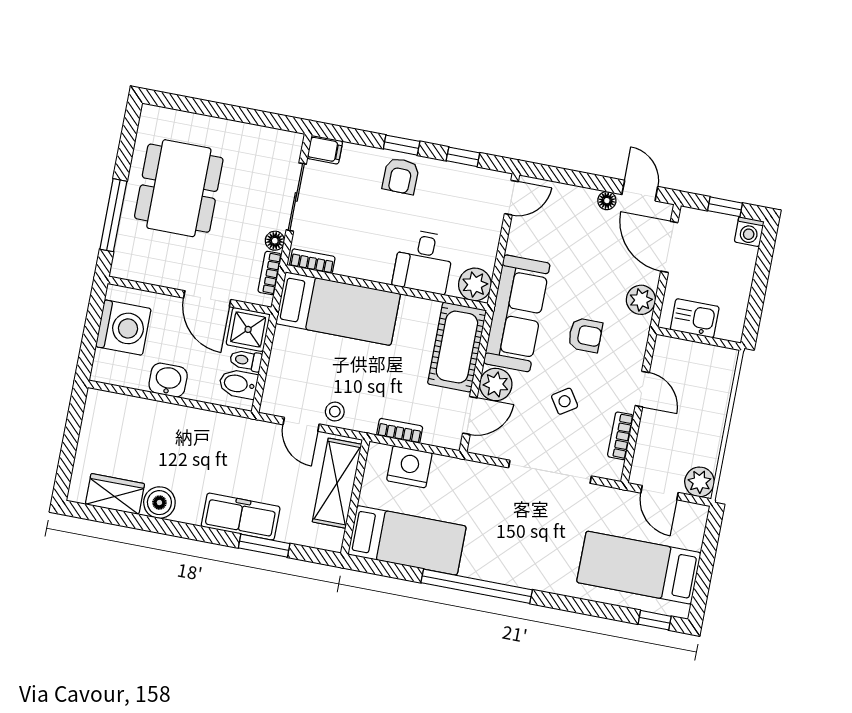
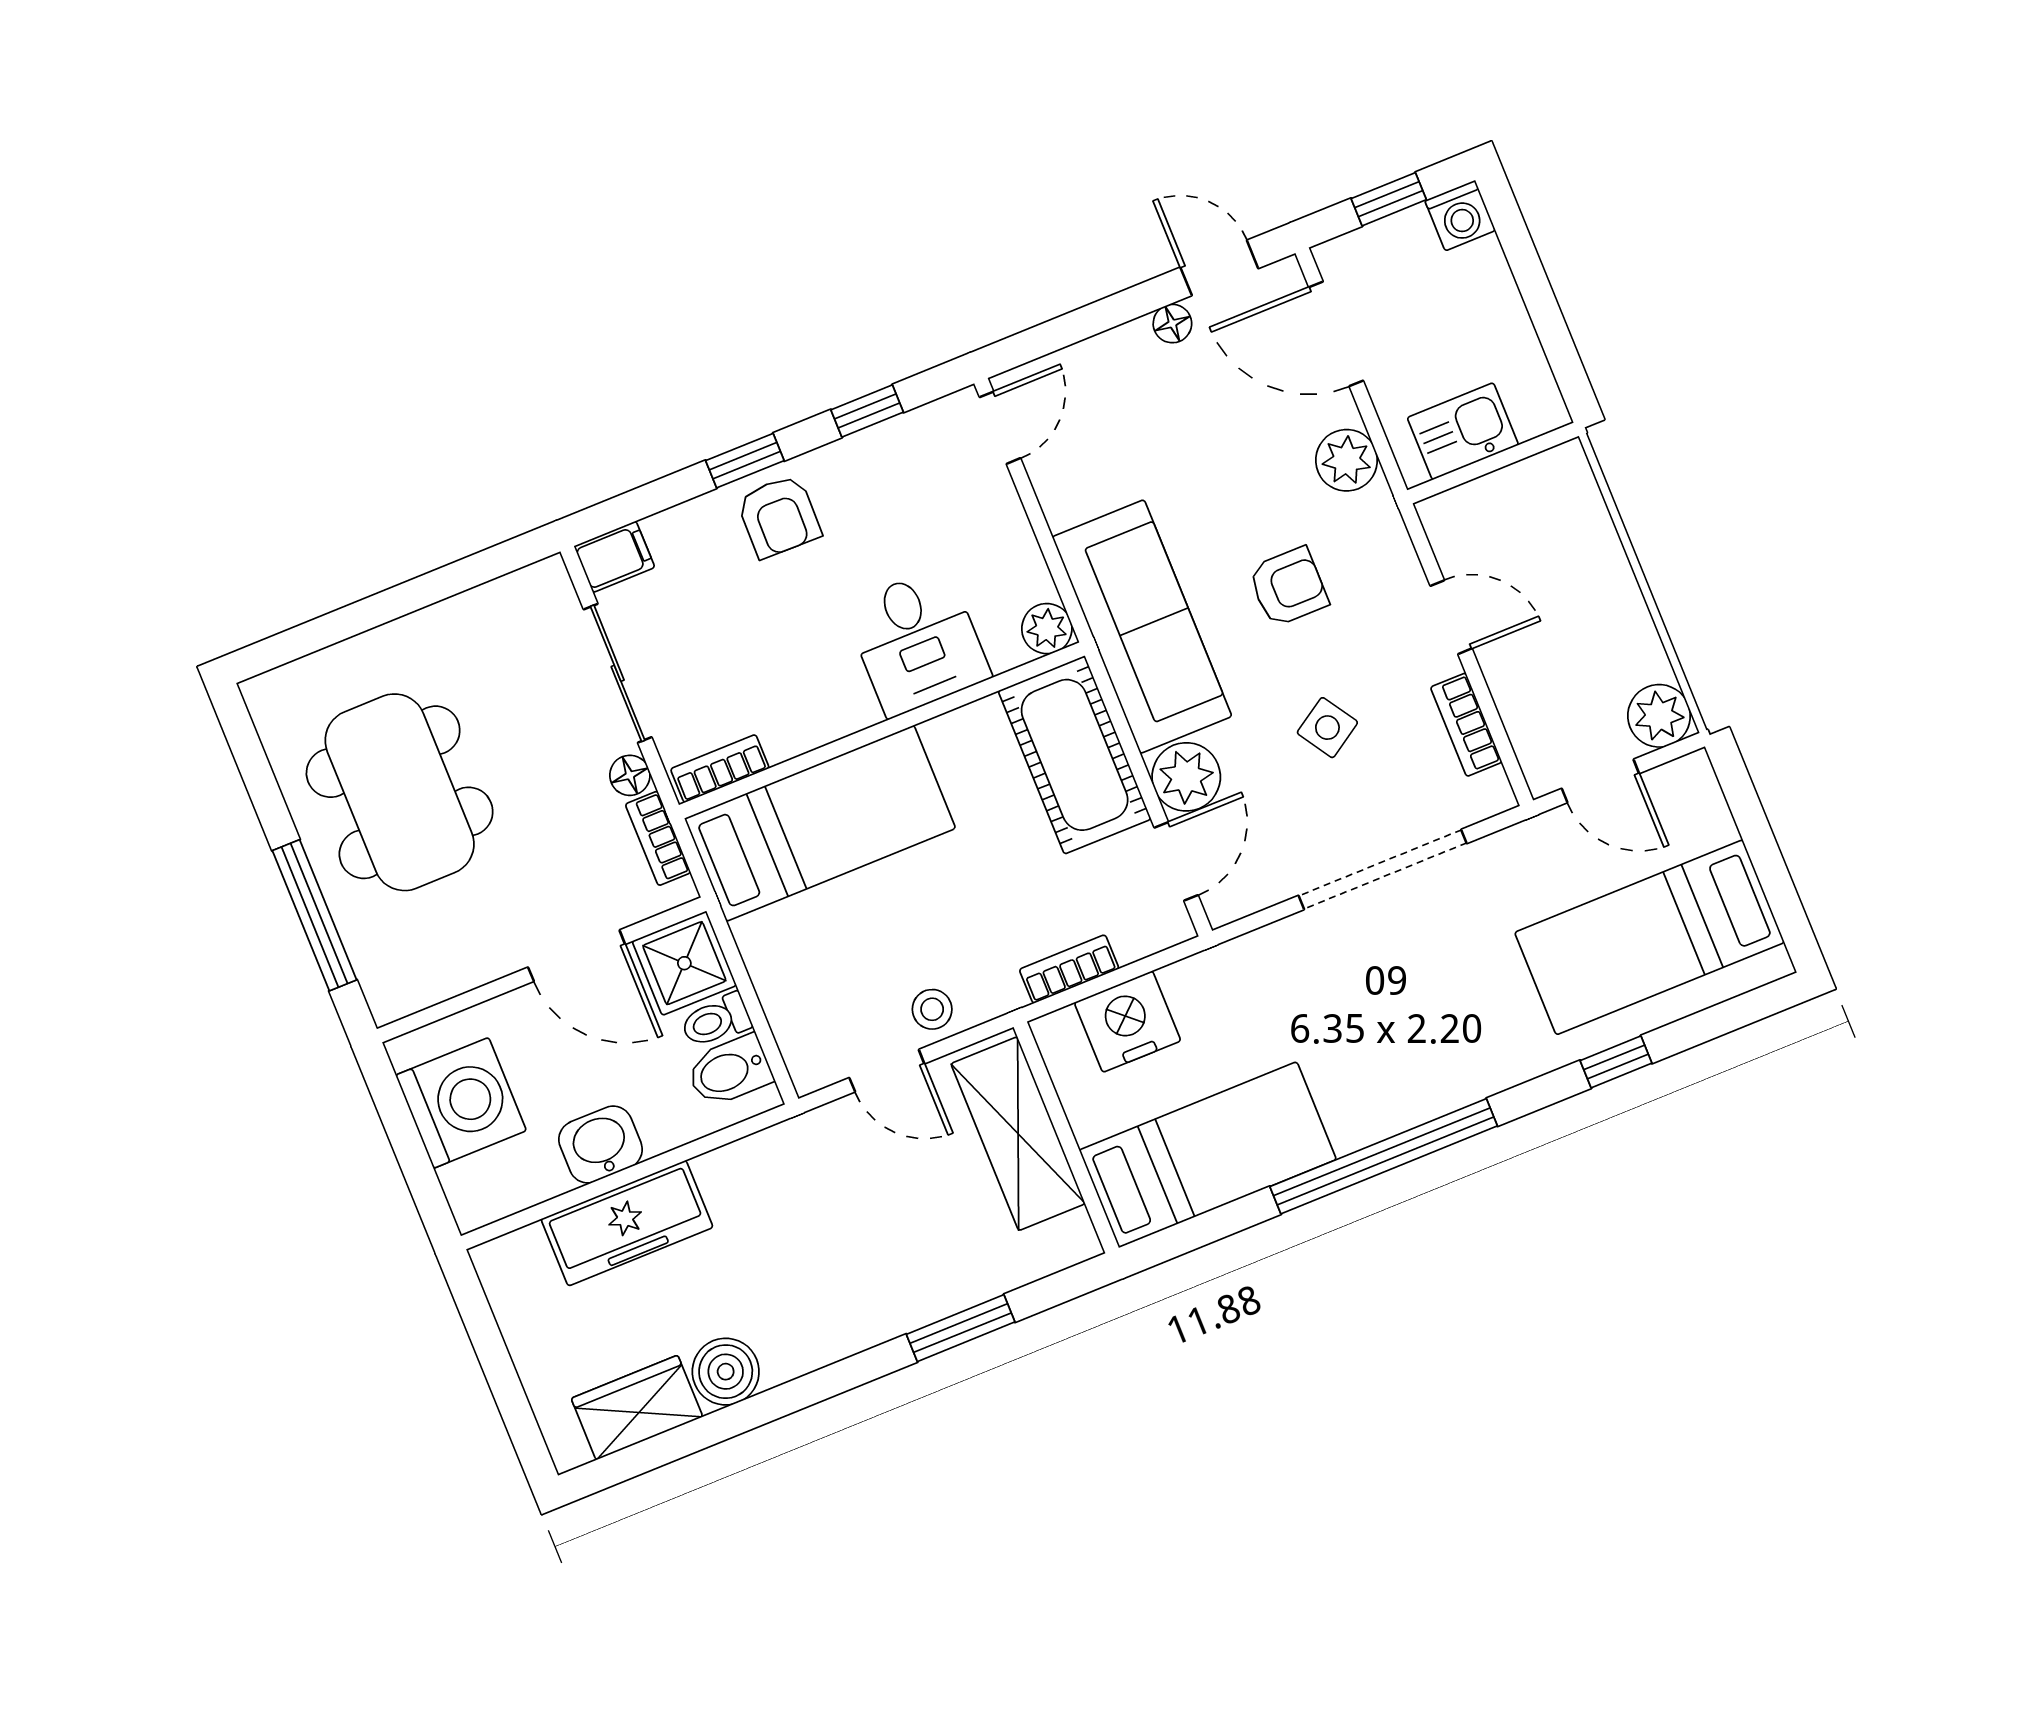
plant: (475, 284) -> (1047, 629), width x0.73, depth x0.73
freezer: (241, 517) -> (627, 1223), moved, turned 180
window: (655, 620) -> (1616, 1062), moved

